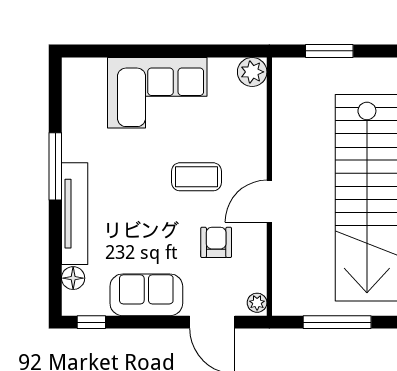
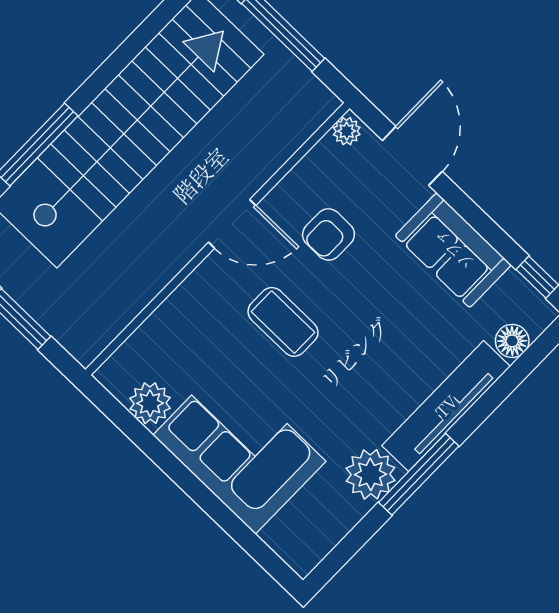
plant: (252, 72) -> (150, 403), moved
plant: (79, 143) -> (371, 474), added

